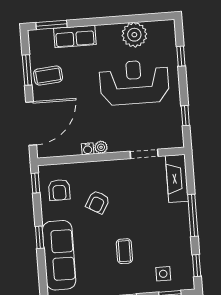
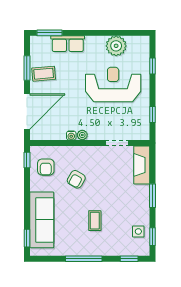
window: (193, 215) -> (152, 196), width x0.69
window: (40, 237) -> (27, 238), moved
side table: (163, 274) -> (138, 231), moved

